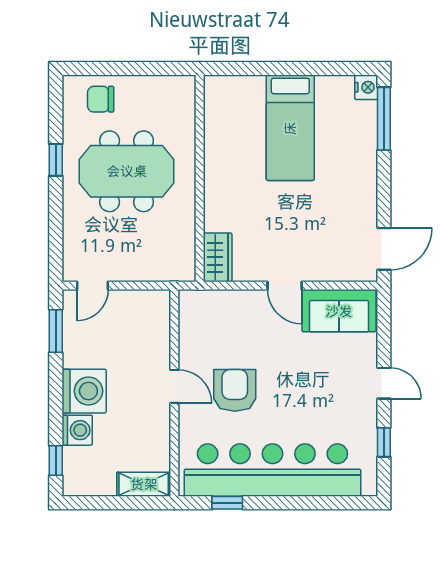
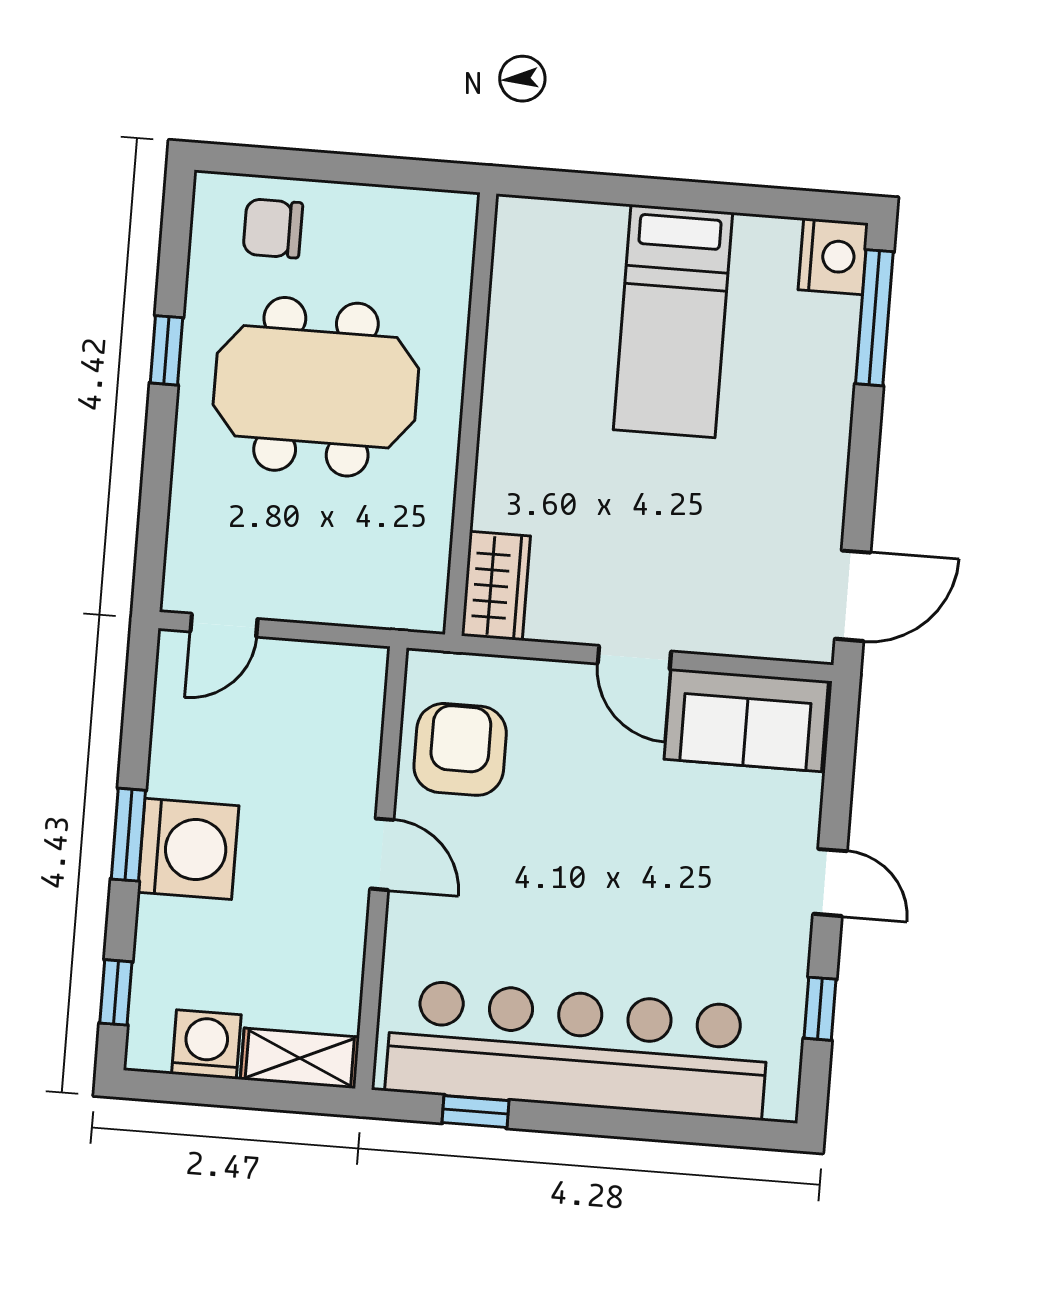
nightstand: (366, 87) -> (833, 256), width x1.36, depth x1.33
window: (56, 331) -> (128, 835), moved
armchair: (235, 390) -> (460, 749), moved
washing machine: (77, 430) -> (206, 1044), moved, turned -90

